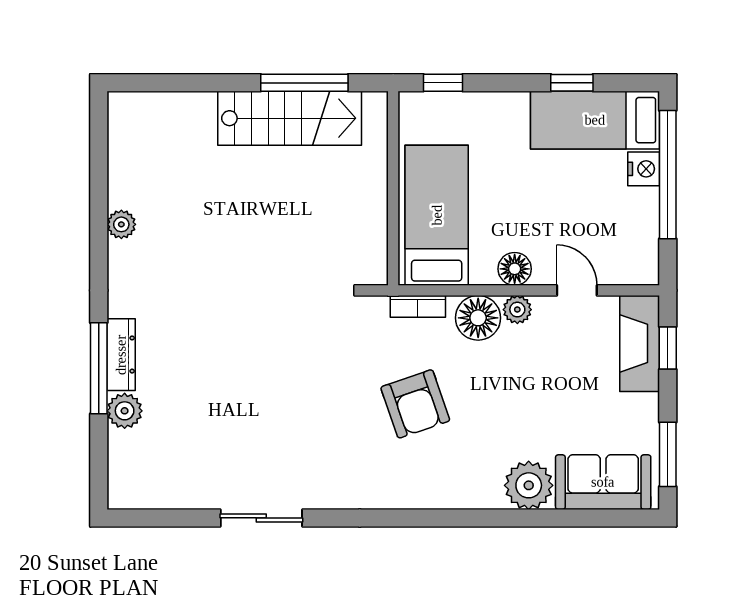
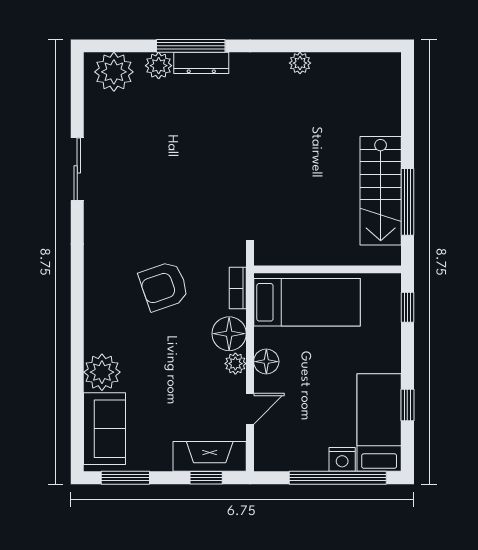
plant: (133, 470) -> (114, 72), added

